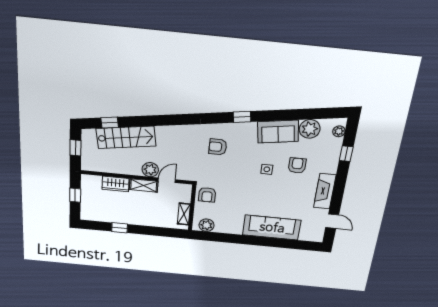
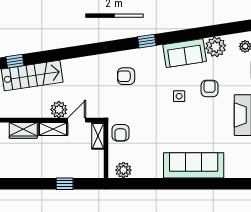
shelving: (184, 214) -> (98, 136), moved
window: (119, 228) -> (65, 184), moved

